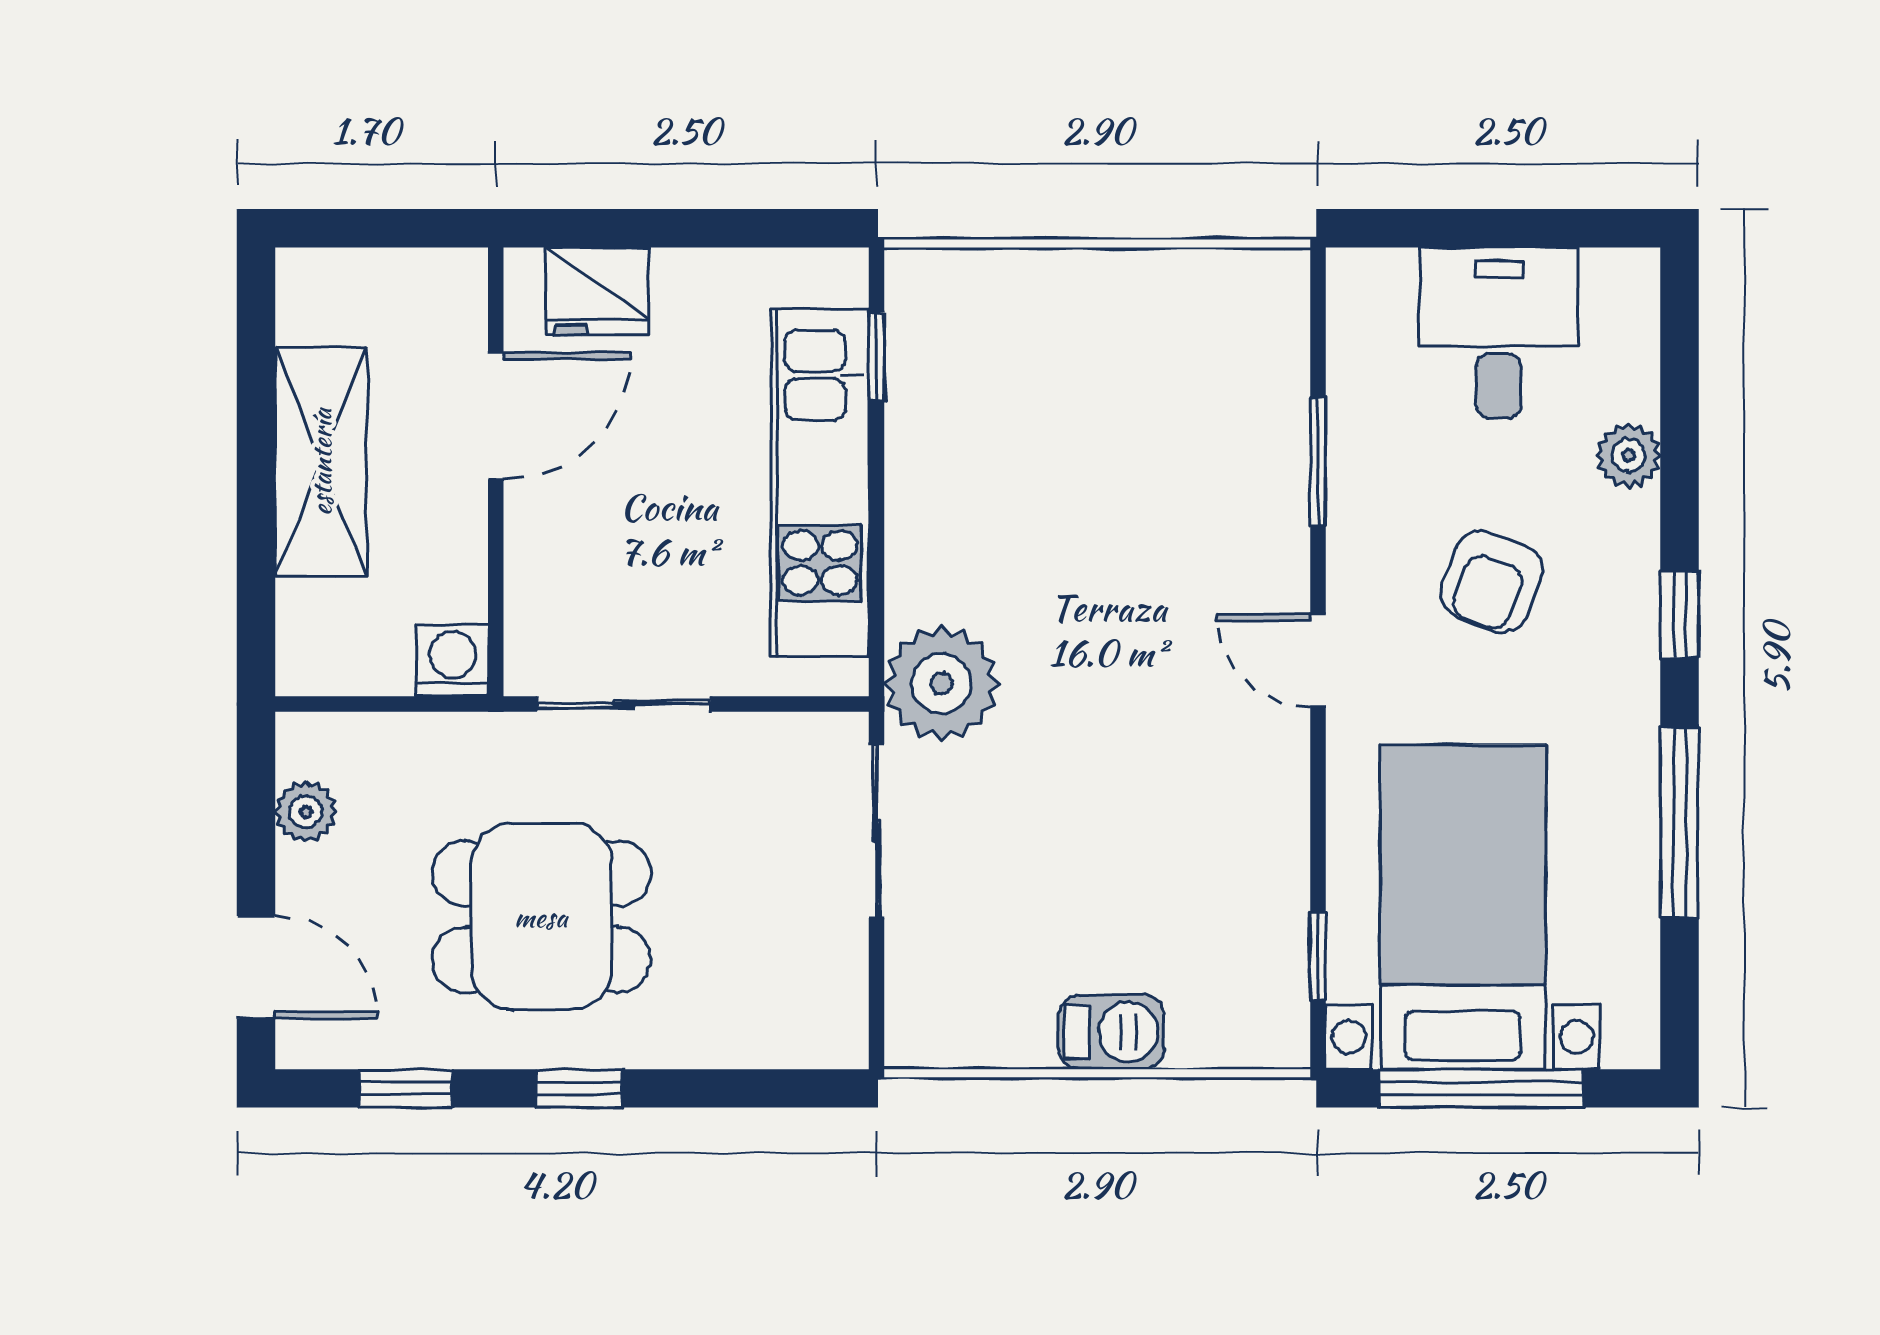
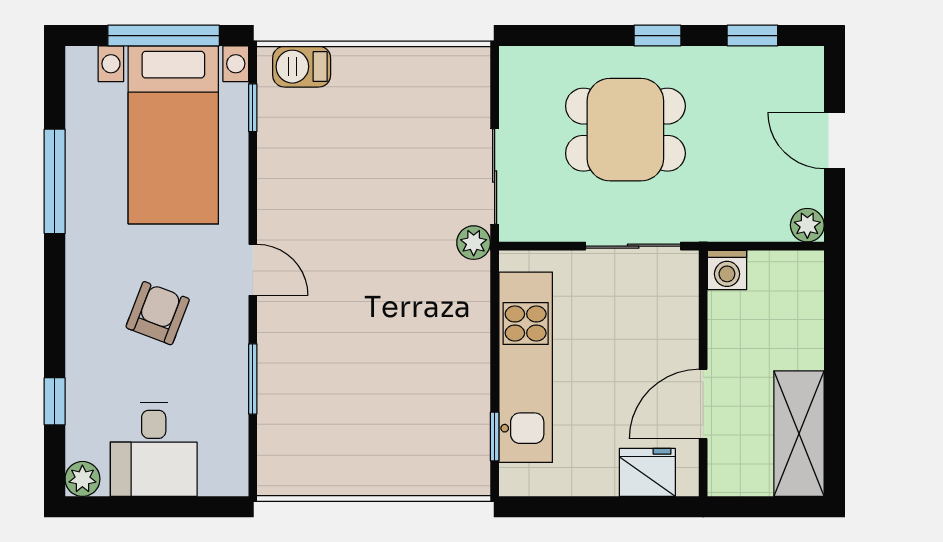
plant: (1629, 455) -> (82, 479), moved
shelving: (321, 462) -> (799, 434), moved
window: (1680, 614) -> (55, 401), moved
plant: (942, 684) -> (474, 243), width x0.53, depth x0.53
plant: (306, 812) -> (807, 225), moved
dining table: (541, 917) -> (625, 130), moved
door: (256, 967) -> (835, 141), moved
barbecue: (1111, 1032) -> (302, 67), moved

